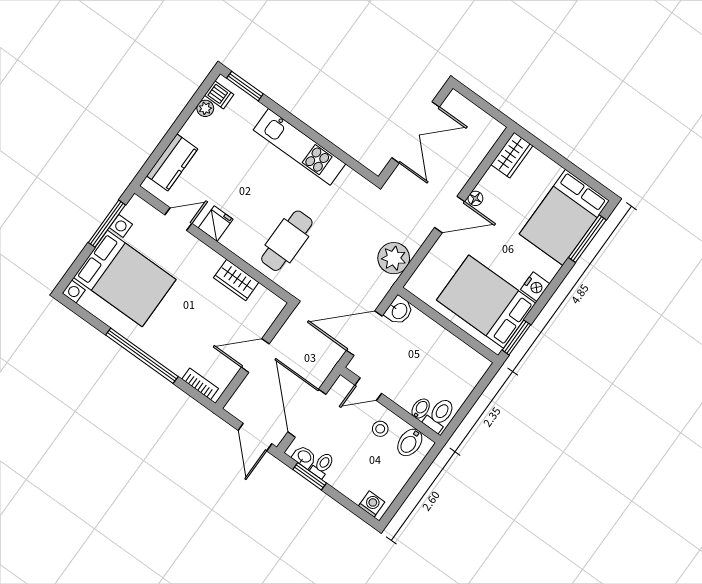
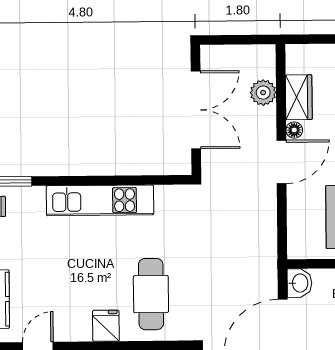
wardrobe: (512, 155) -> (299, 97), moved
fridge: (216, 224) -> (106, 326), moved
plant: (394, 258) -> (263, 93), moved, width x0.73, depth x0.73

